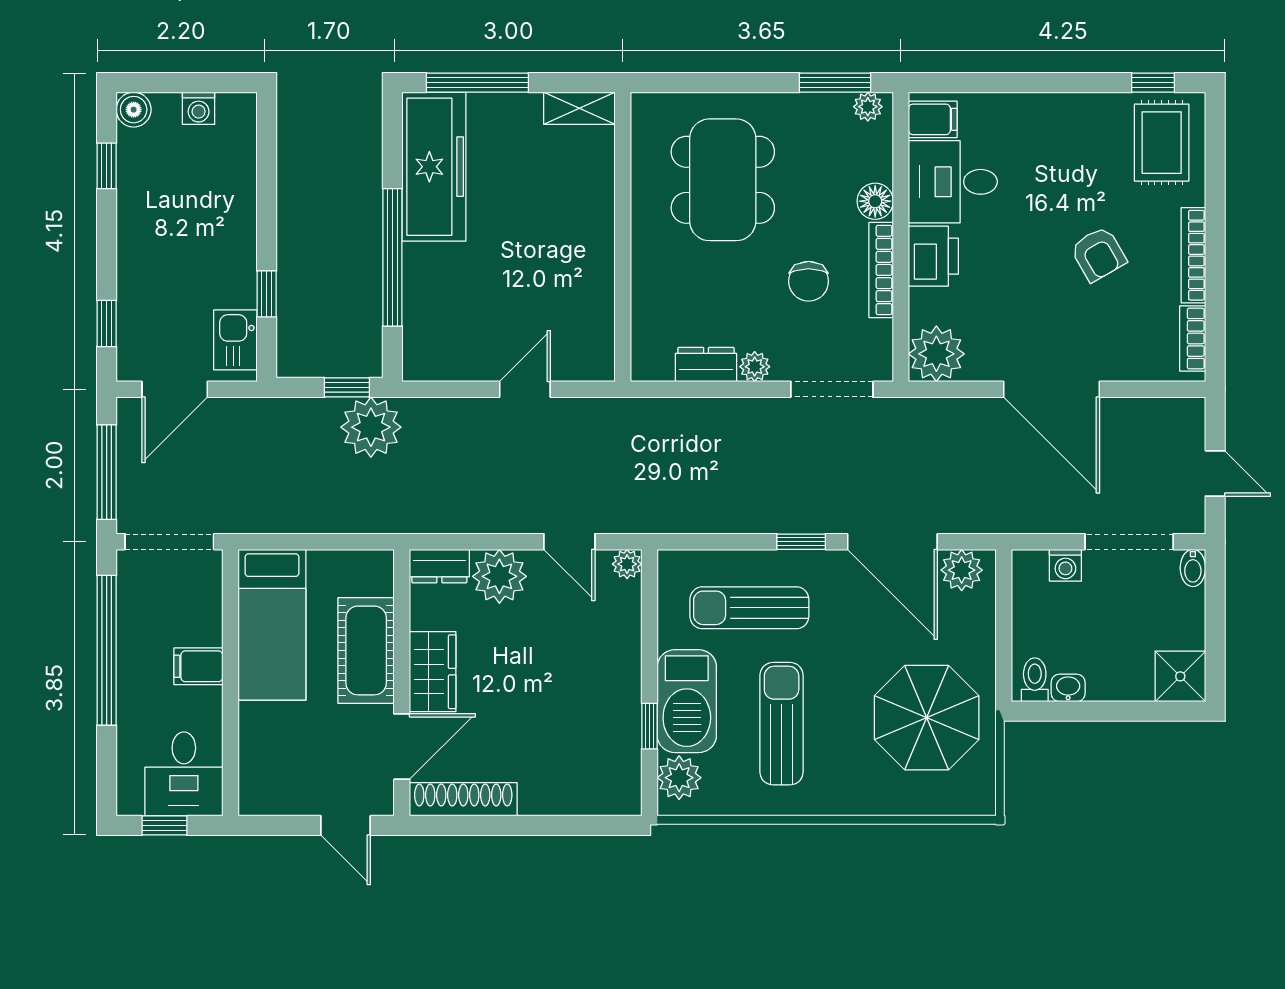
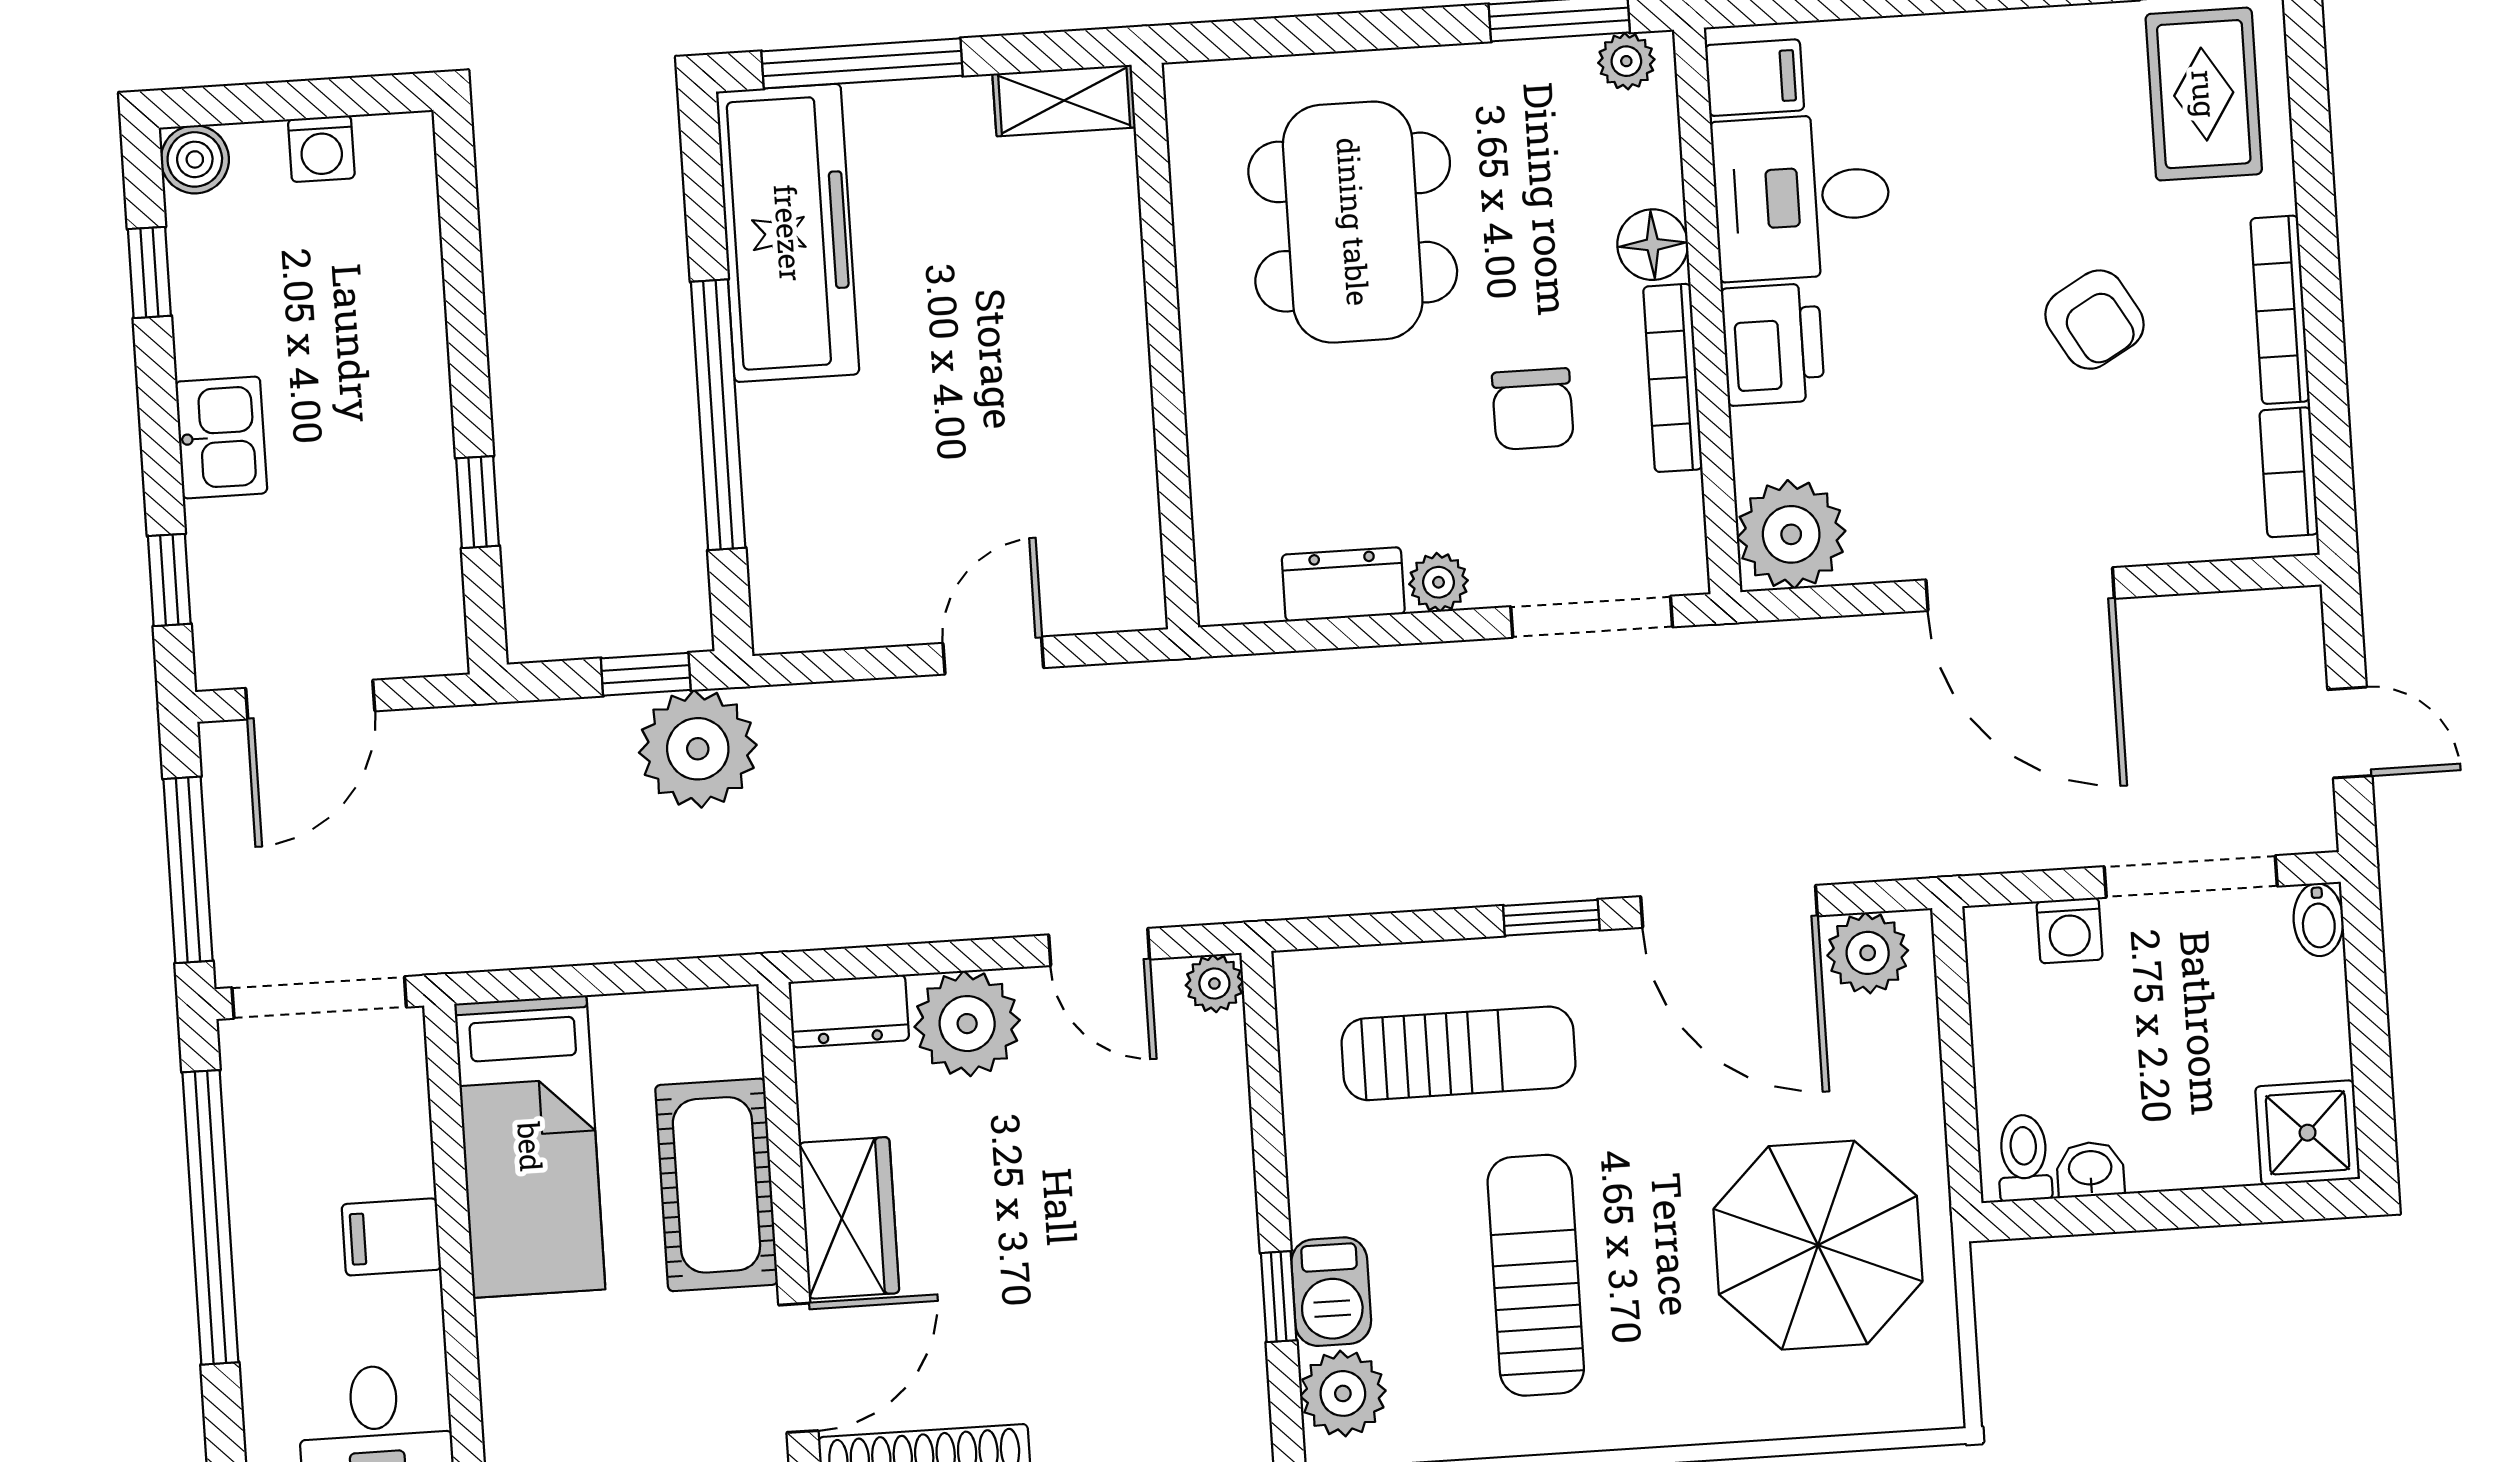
kitchen sink: (235, 340) -> (221, 437), moved, turned 180
sun lounger: (749, 608) -> (1459, 1053), turned 180
barbecue: (687, 701) -> (1331, 1292), width x0.53, depth x0.65

